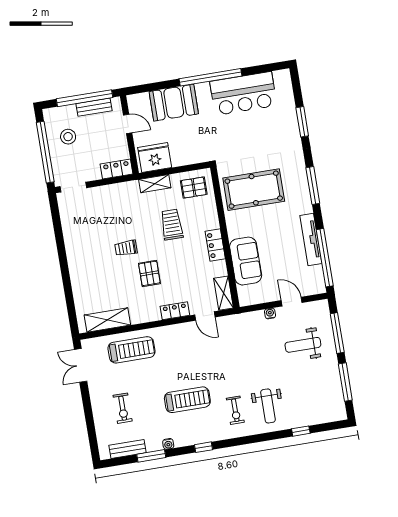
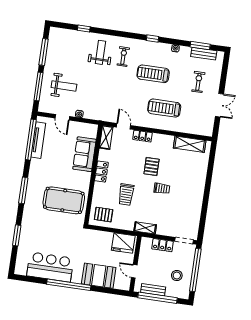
locker: (117, 169) -> (162, 245), moved
shelving: (155, 184) -> (145, 228), moved
tv unit: (311, 240) -> (38, 140), moved
treadmill: (132, 350) -> (164, 108), moved
double door: (81, 365) -> (219, 105), moved
window: (151, 456) -> (200, 46), moved

